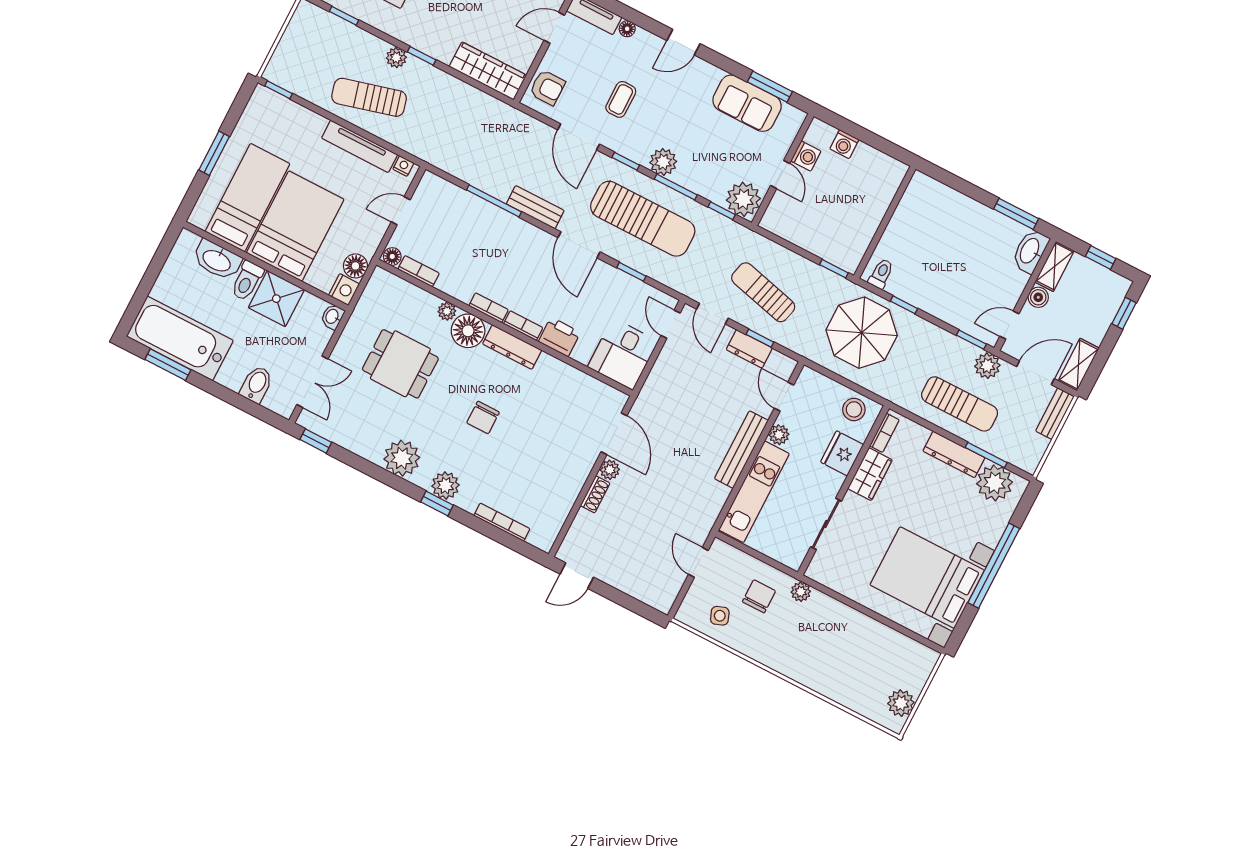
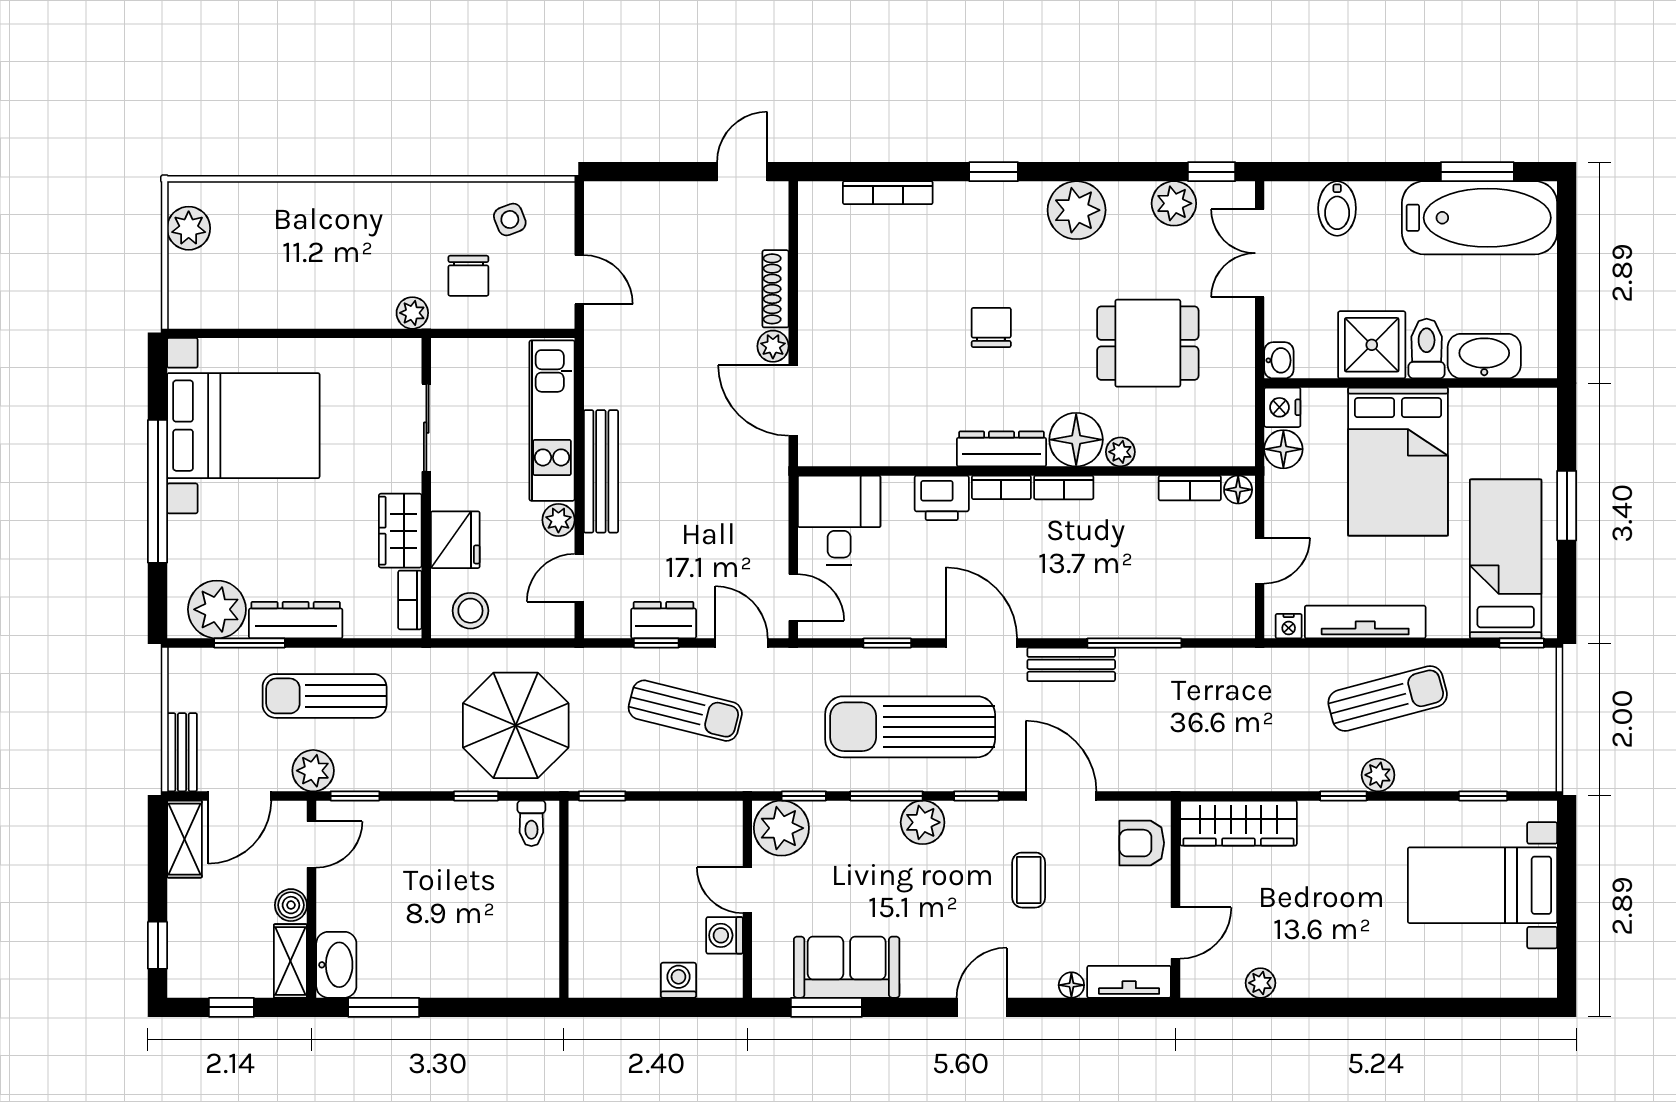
bed: (247, 198) -> (1506, 559), moved, turned 180
door: (784, 397) -> (579, 578), swing flipped
plant: (445, 486) -> (1174, 203), moved
shoe rack: (595, 494) -> (776, 289), width x1.43

